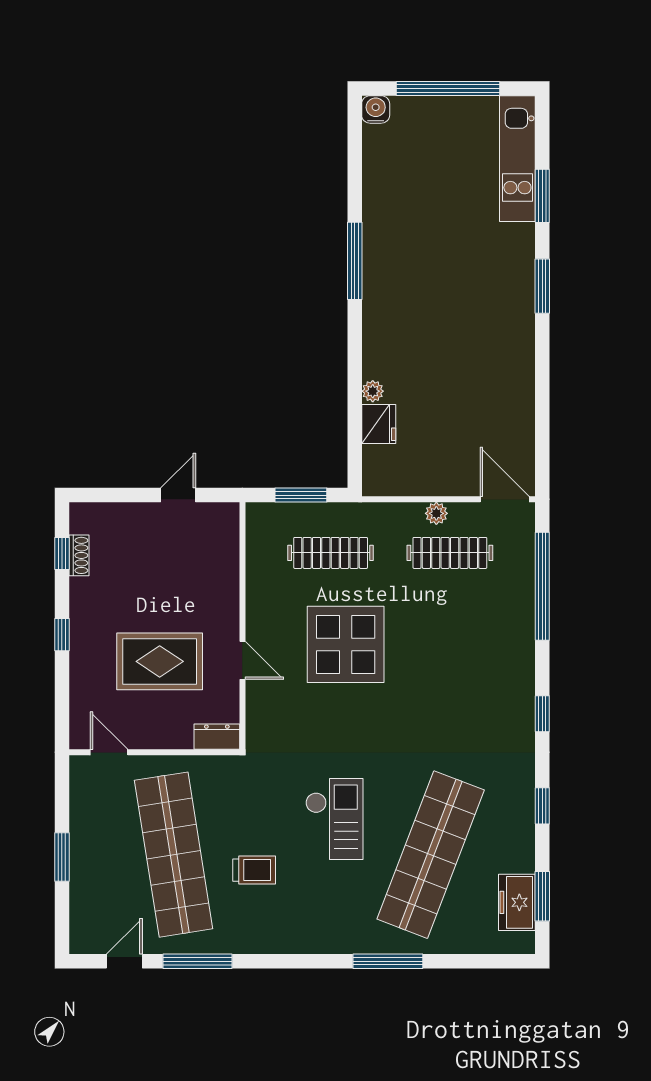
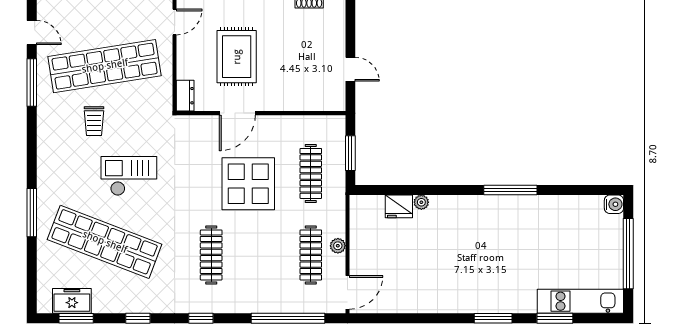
door: (242, 660) -> (237, 113), width x1.38
clothes rail: (450, 699) -> (211, 255), added
checkout: (334, 819) -> (129, 176), turned 180

